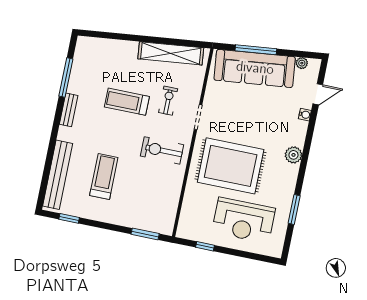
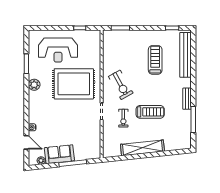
shelving: (171, 53) -> (142, 148), moved
sofa: (255, 68) -> (59, 154), width x0.54, depth x0.79
door: (318, 94) -> (26, 142), swing flipped
exercise bike: (162, 150) -> (121, 85), turned 61
plant: (293, 155) -> (34, 85), moved
treadmill: (104, 176) -> (155, 60), turned 180
reception desk: (244, 220) -> (58, 50), turned 180

